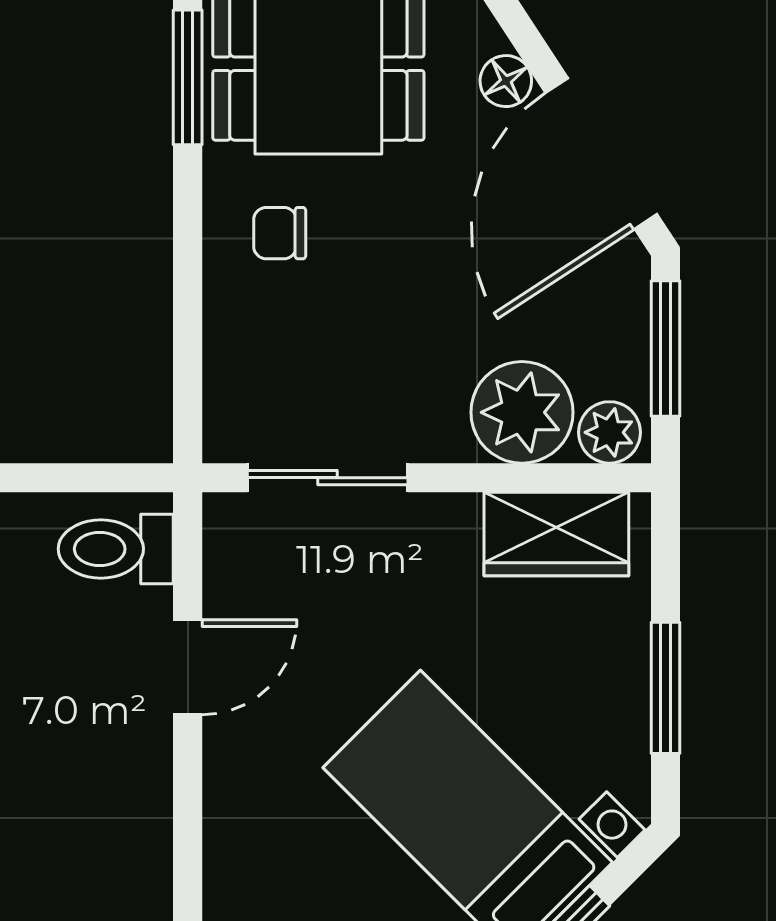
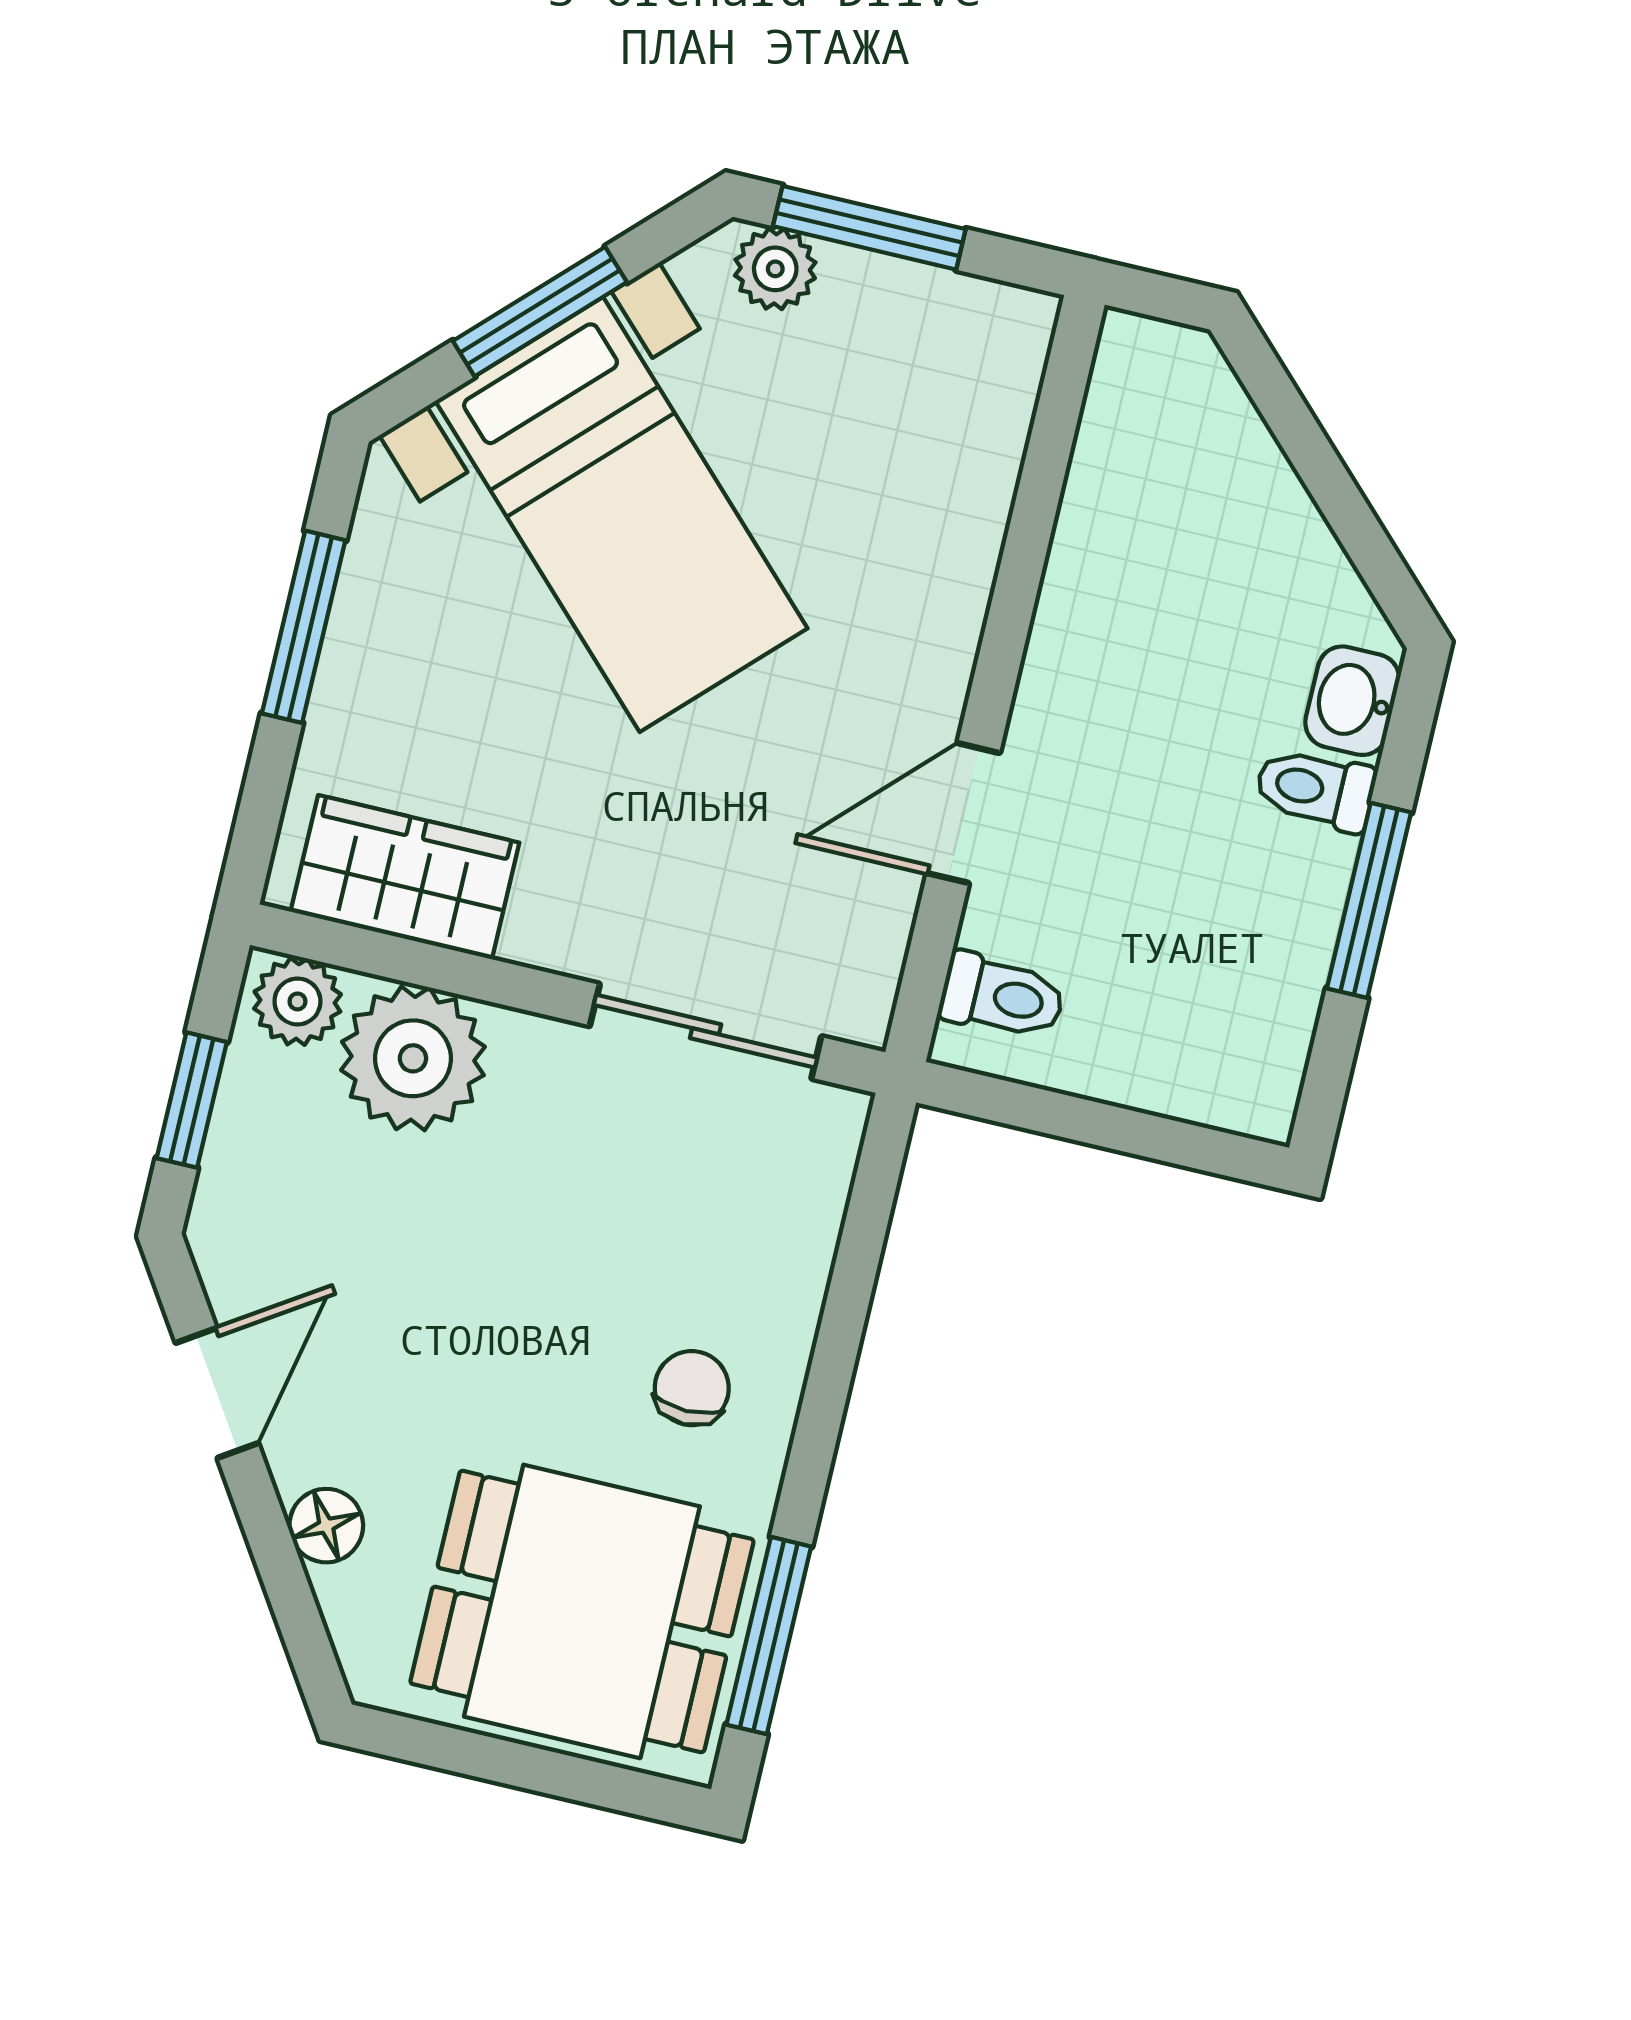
door: (601, 154) -> (217, 1393), width x0.53
chair: (280, 233) -> (692, 1388), turned -90
window: (665, 348) -> (192, 1100), width x0.67
toilet: (116, 549) -> (1002, 996), width x0.73, depth x0.72

